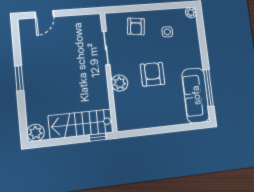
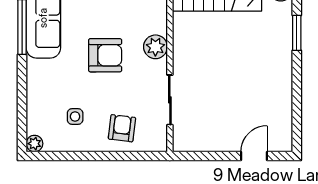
armchair: (152, 74) -> (105, 55), turned -90
window: (19, 78) -> (297, 33), moved

